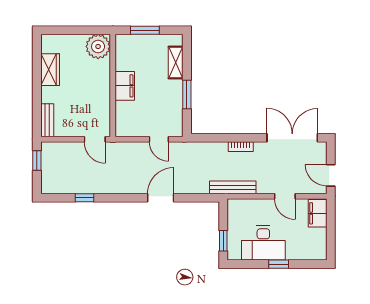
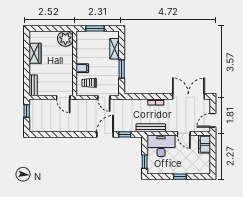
filing cabinet: (125, 86) -> (82, 68), width x0.50
trolley: (136, 116) -> (89, 83), added
door: (331, 175) -> (213, 120), hinge flipped
window: (84, 198) -> (125, 134), moved
desk: (263, 243) -> (161, 146), moved, turned 180

